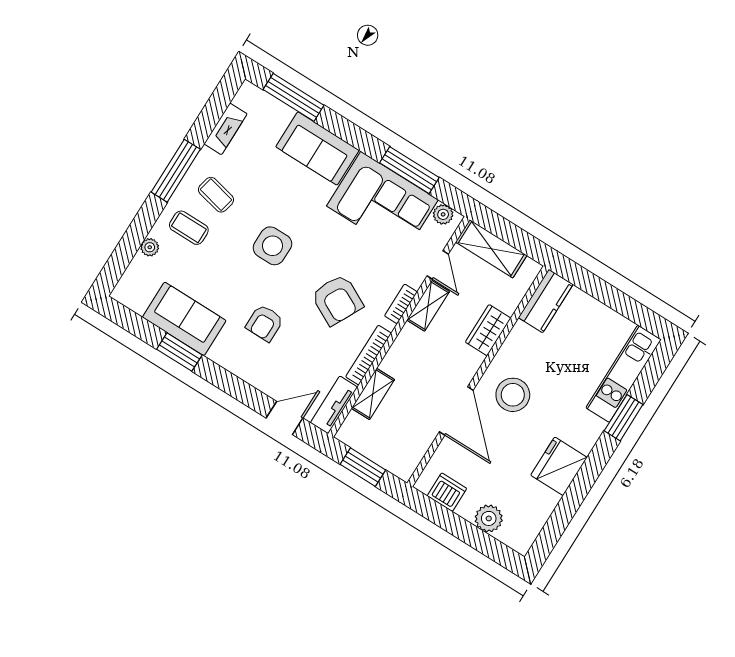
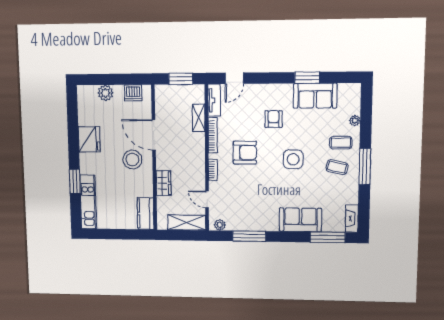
fireplace: (226, 129) -> (352, 219), moved
corner sofa: (382, 203) -> (252, 213), removed
armchair: (337, 300) -> (245, 153), turned 153
shelving: (428, 306) -> (199, 177), removed

